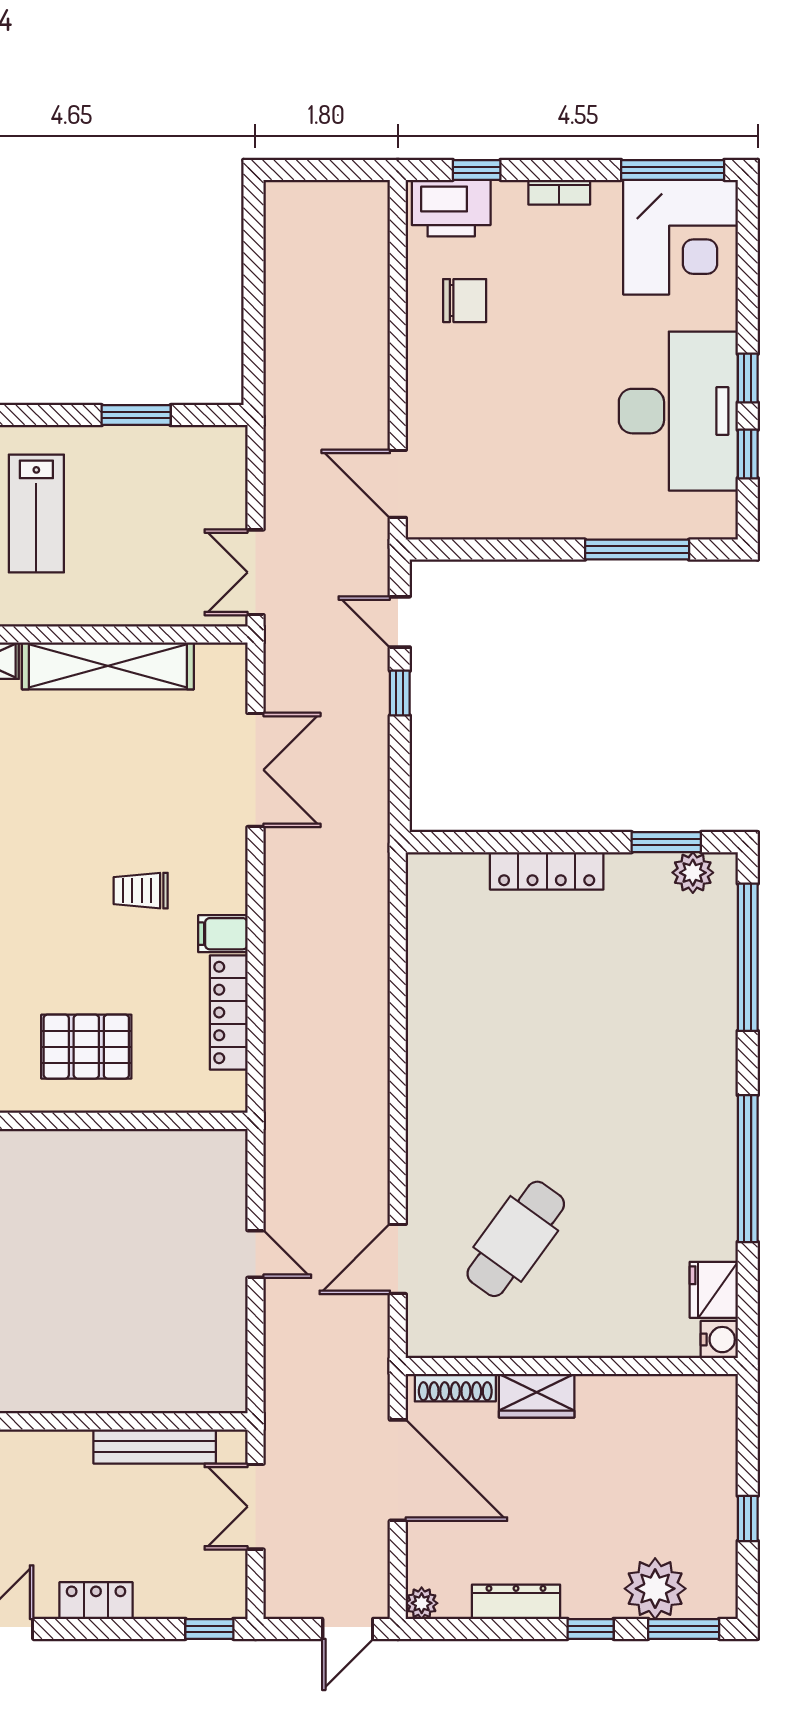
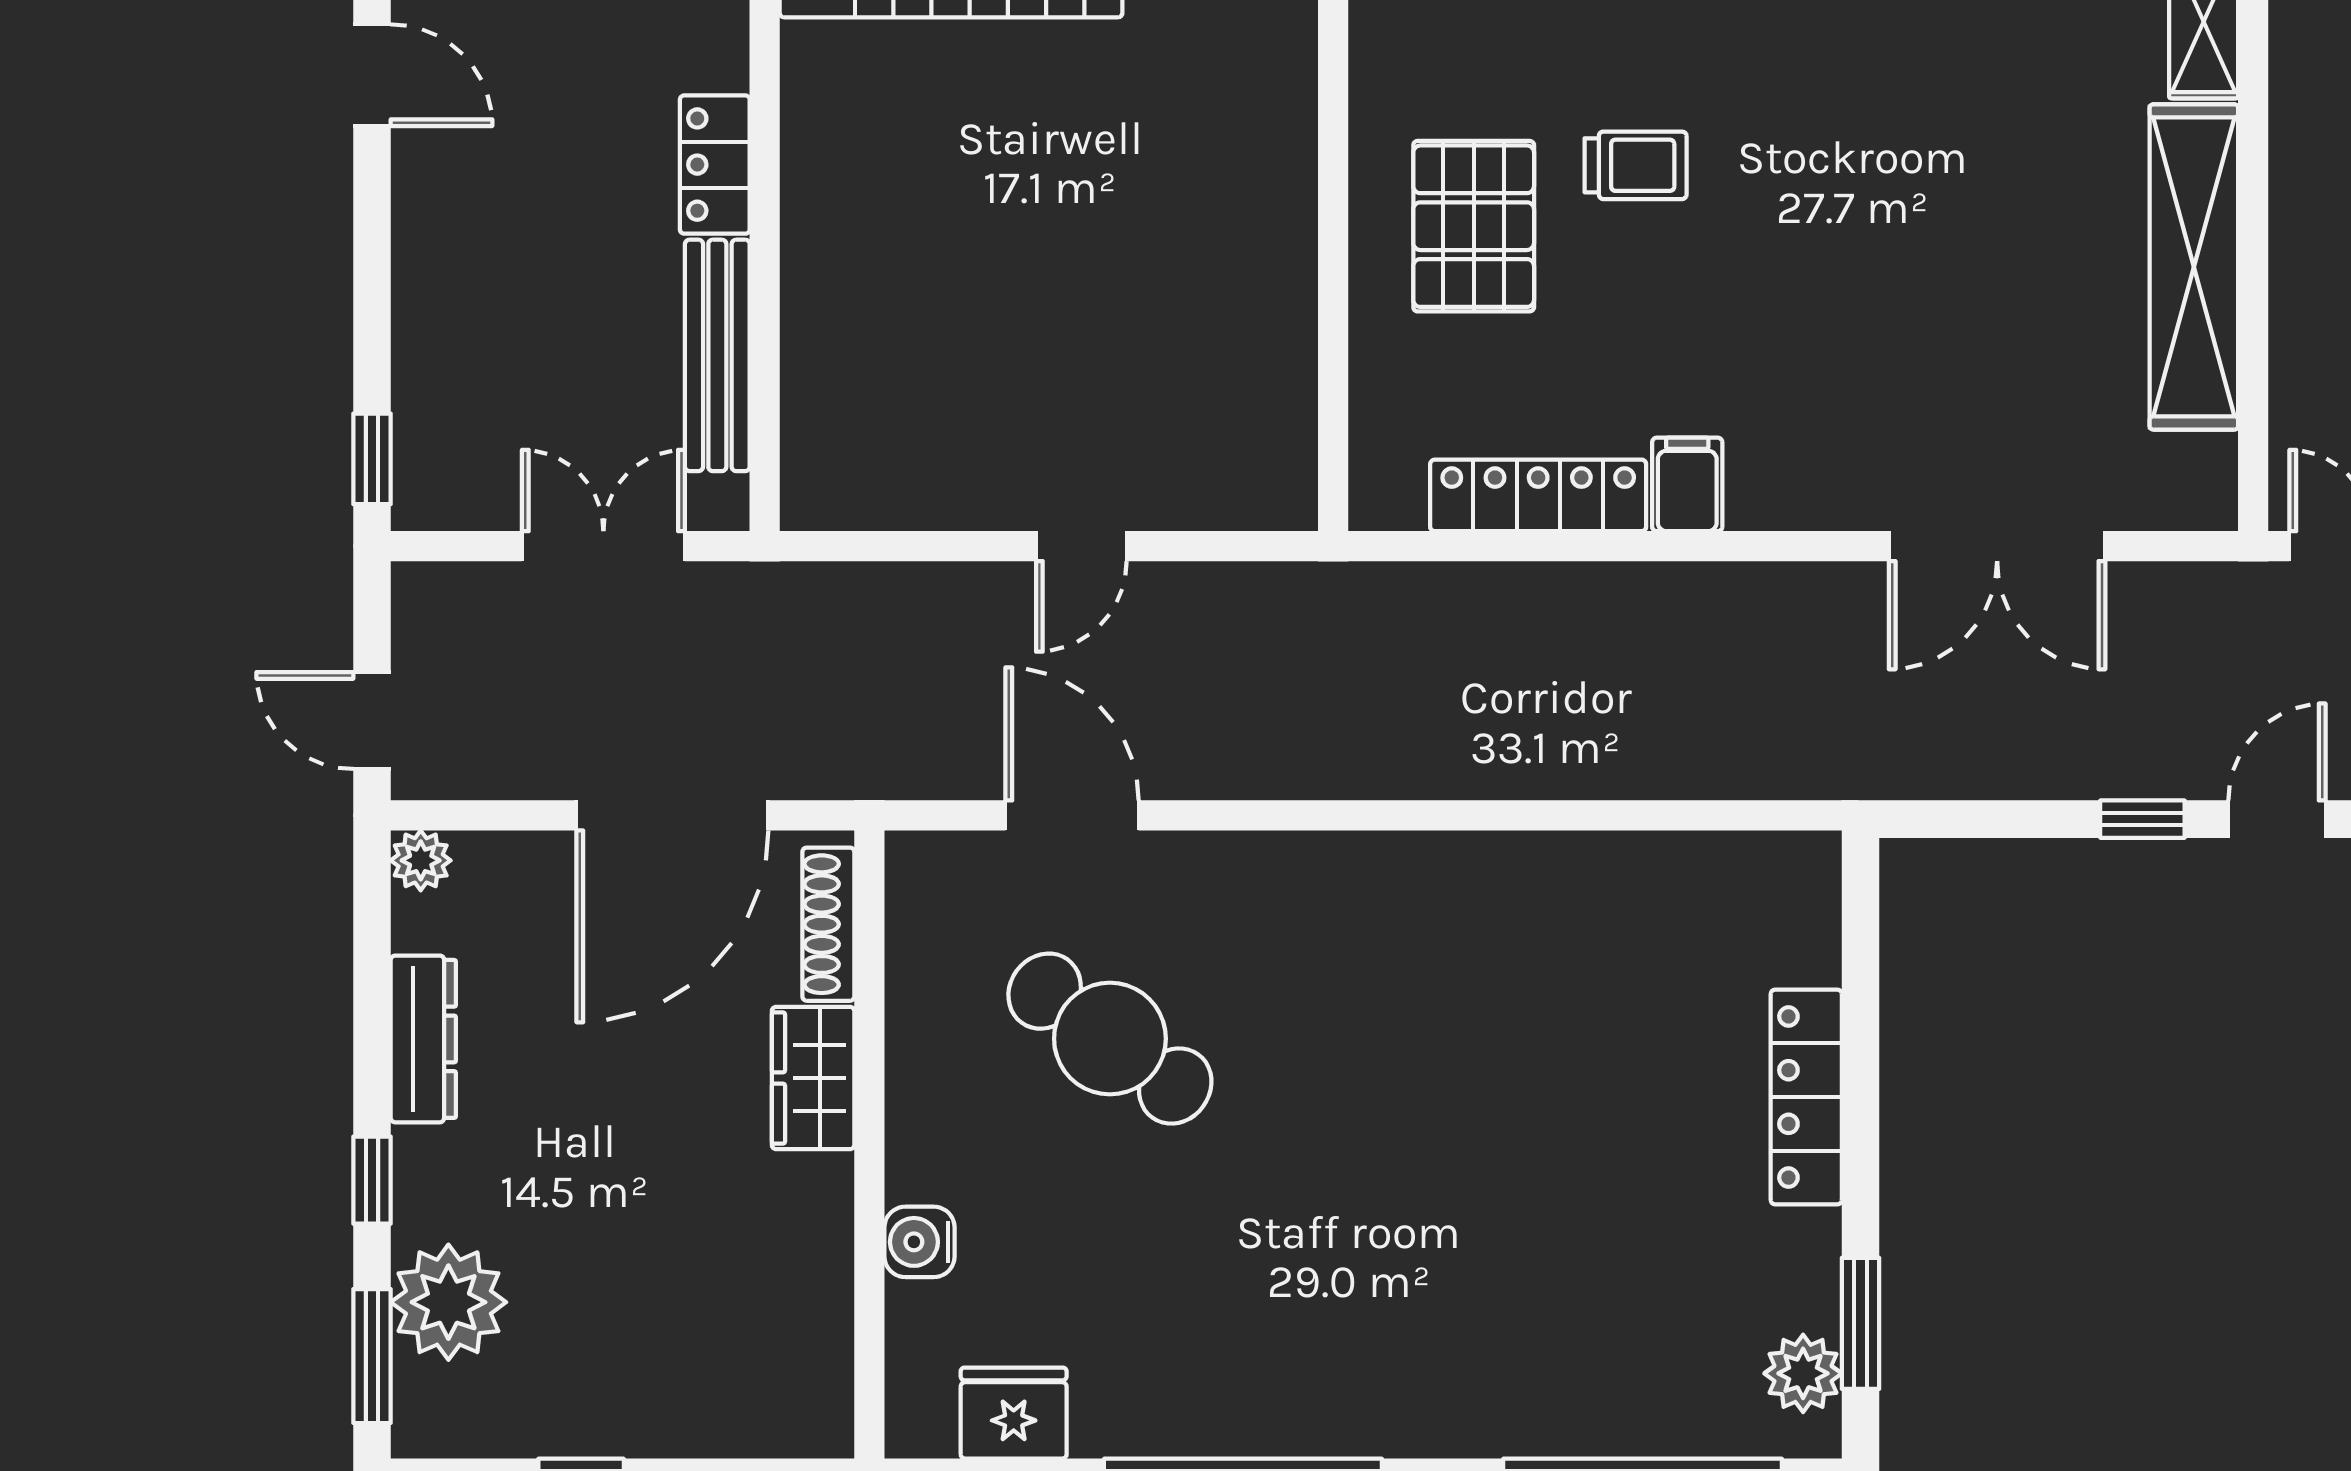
trolley: (141, 891) -> (1636, 165), moved, turned 90
water cooler: (719, 1340) -> (920, 1242), moved, turned 90
locker: (96, 1601) -> (715, 165), moved, turned 180

